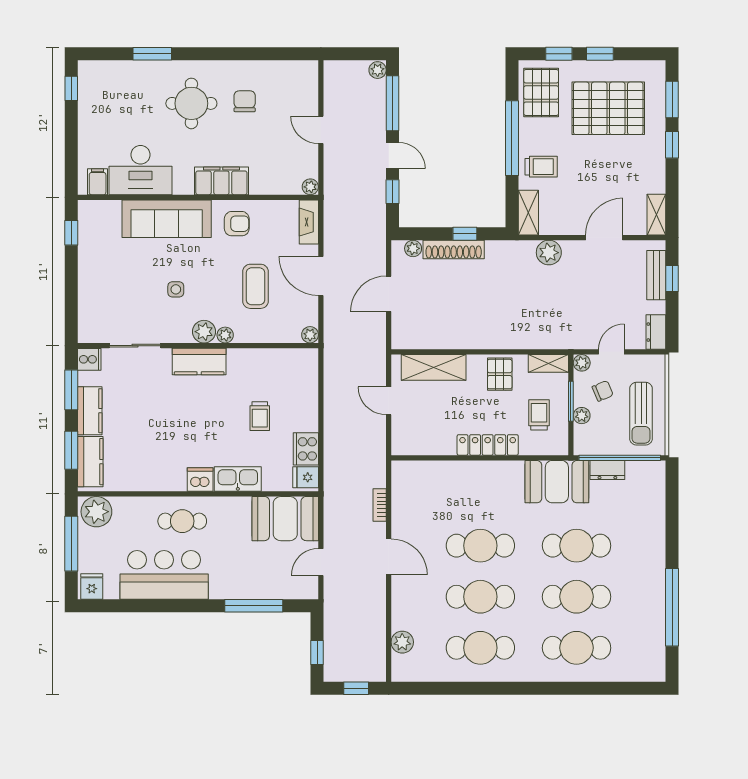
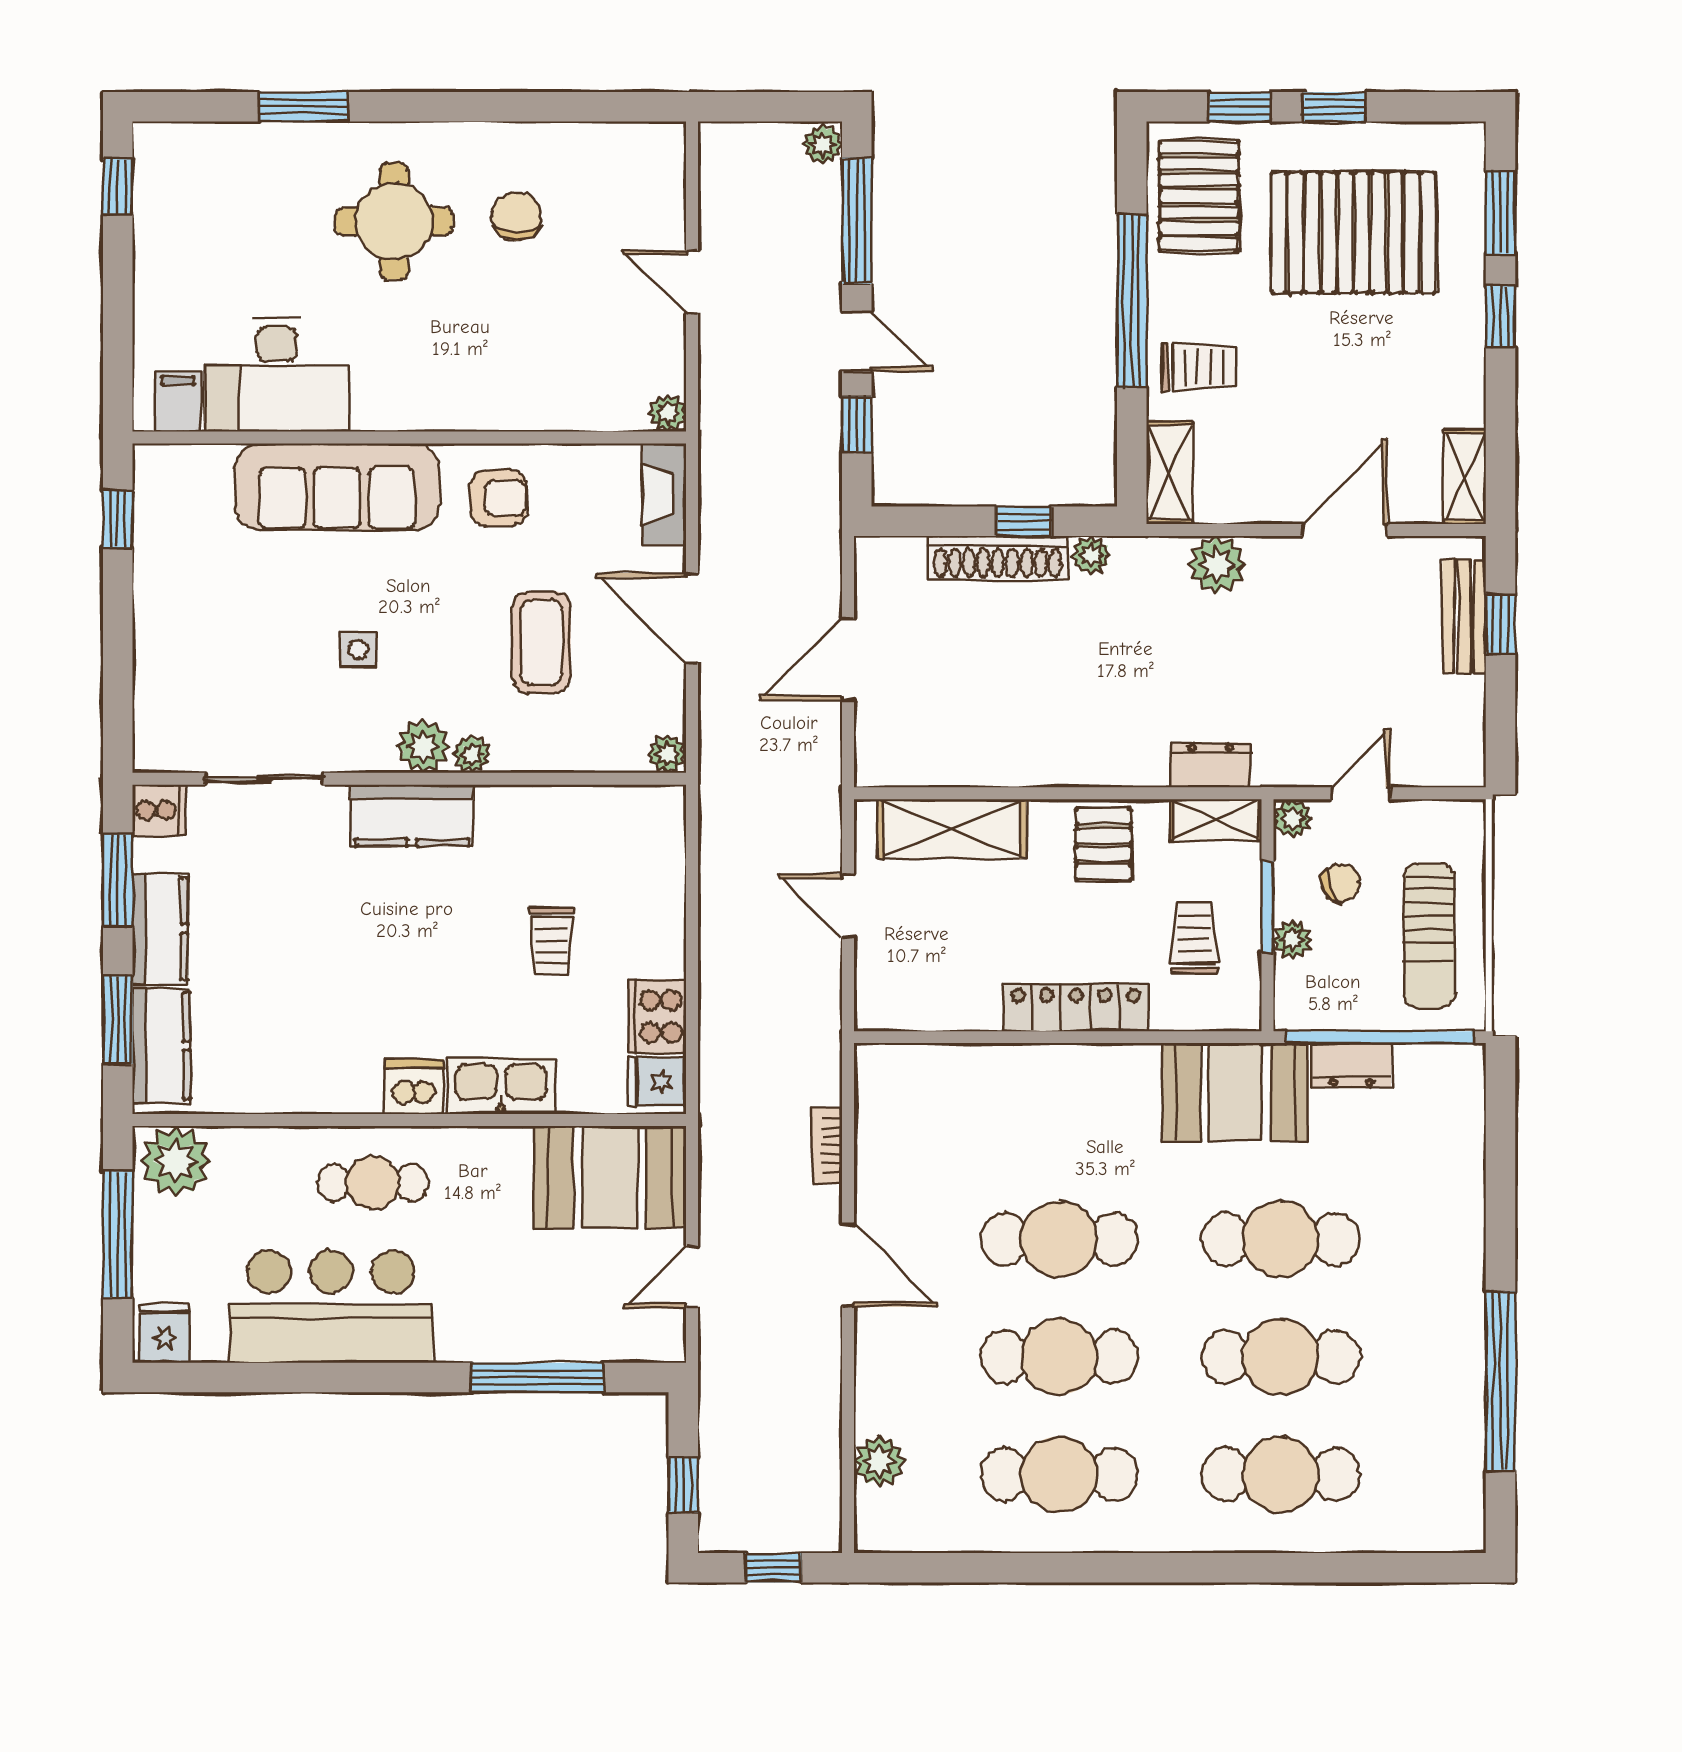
filing cabinet: (221, 181) -> (463, 399), removed
plant: (413, 248) -> (1091, 555), moved
dresser: (656, 332) -> (1210, 765), moved, turned 90

